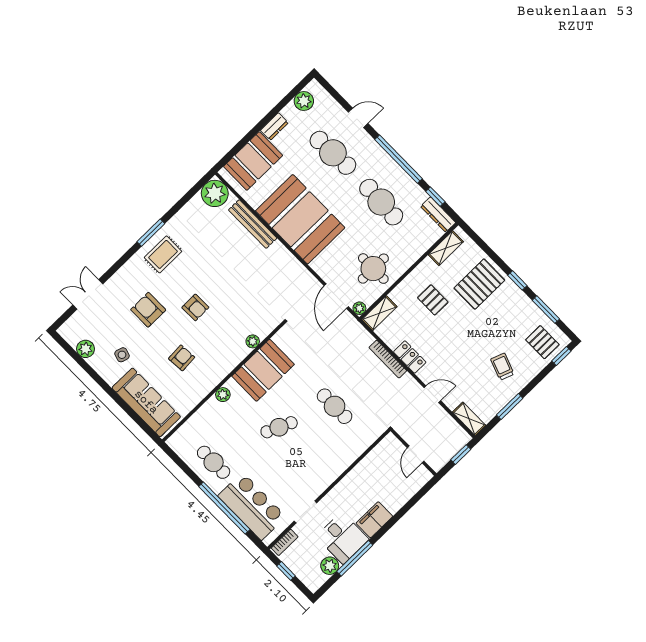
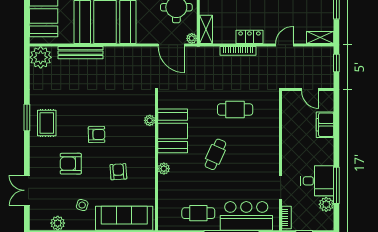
filing cabinet: (374, 520) -> (325, 125), moved

